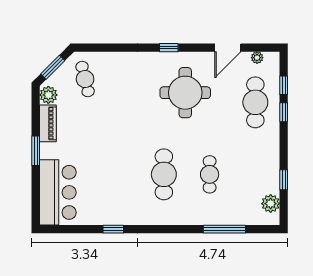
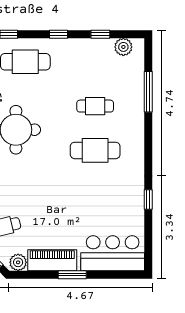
window: (284, 112) -> (59, 34), moved
piano: (48, 123) -> (52, 260), width x1.37, depth x1.33

